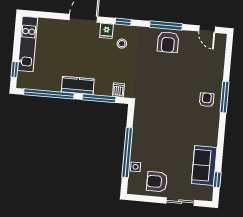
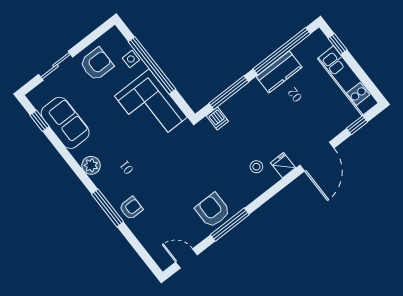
window: (123, 22) -> (357, 125), moved
kitchen counter: (78, 85) -> (279, 72), moved
armchair: (207, 100) -> (131, 208), moved, turned -90
plant: (212, 129) -> (91, 165), added
corner sofa: (149, 131) -> (151, 107), added

